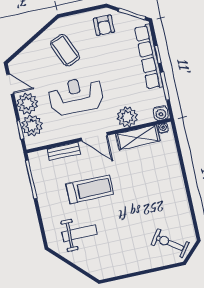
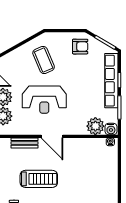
armchair: (104, 25) -> (80, 47), turned -90
reception desk: (76, 96) -> (44, 100), turned 180
plant: (127, 117) -> (95, 126), moved
shelving: (138, 137) -> (88, 145), removed

